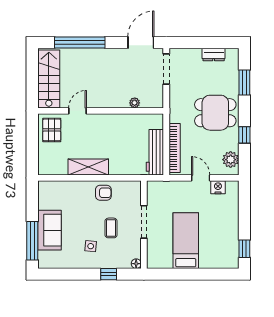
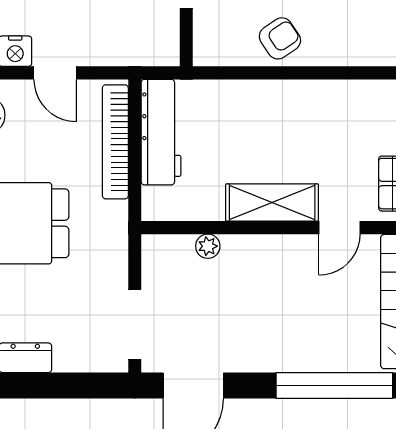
shelving: (88, 167) -> (272, 203), moved
armchair: (103, 193) -> (280, 38), turned 146

